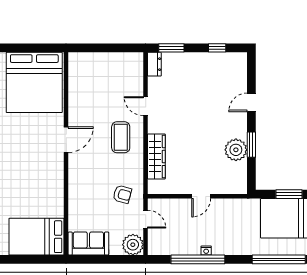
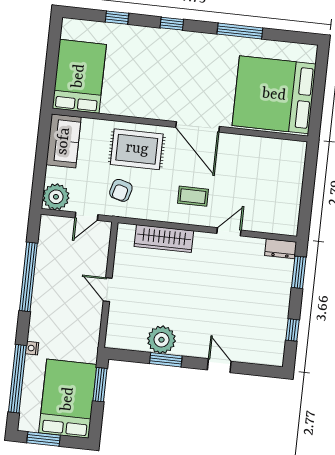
coffee table: (121, 137) -> (193, 196), width x0.73, depth x0.77
door: (66, 140) -> (198, 127), width x1.36
rug: (89, 185) -> (137, 149), added
window: (289, 194) -> (100, 385), moved
nightstand: (206, 251) -> (32, 348), moved

